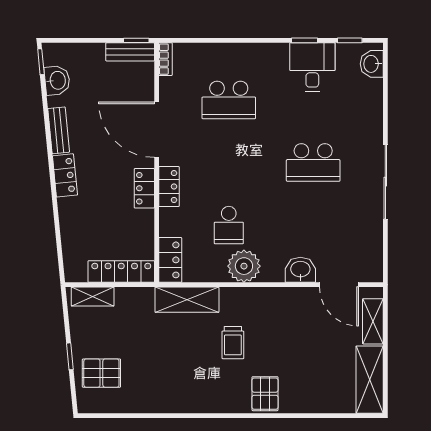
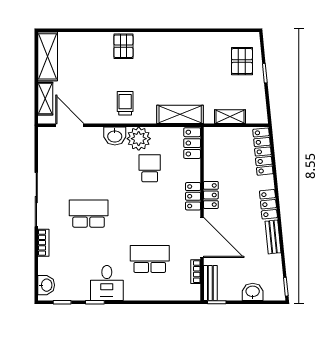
bench: (130, 52) -> (210, 283), moved, turned 90
bookcase: (165, 59) -> (196, 272), moved
desk: (312, 67) -> (107, 283), moved
washbasin: (57, 80) -> (253, 292), moved, turned 96
bookcase: (376, 122) -> (43, 243), added
washbasin: (300, 270) -> (115, 136), moved
locker: (121, 271) -> (263, 152), moved, turned 84
shelving: (93, 296) -> (230, 117), moved
trolley: (233, 343) -> (125, 103), moved
pallet: (101, 373) -> (242, 61), turned 90

